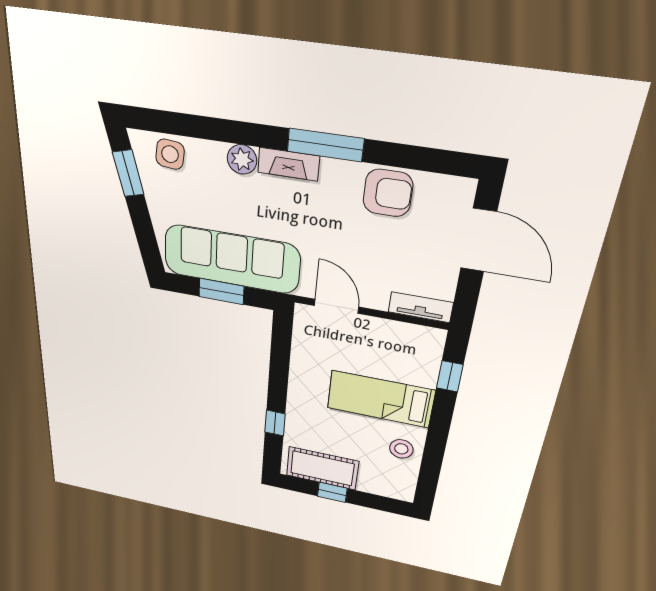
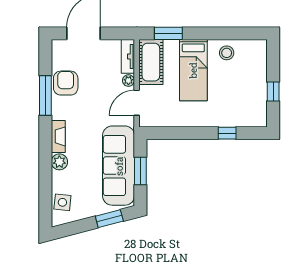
window: (325, 145) -> (45, 96), moved
window: (128, 173) -> (109, 219), moved
plant: (377, 301) -> (128, 81), added
window: (450, 376) -> (168, 33), width x1.50
cot: (322, 468) -> (151, 62), moved

